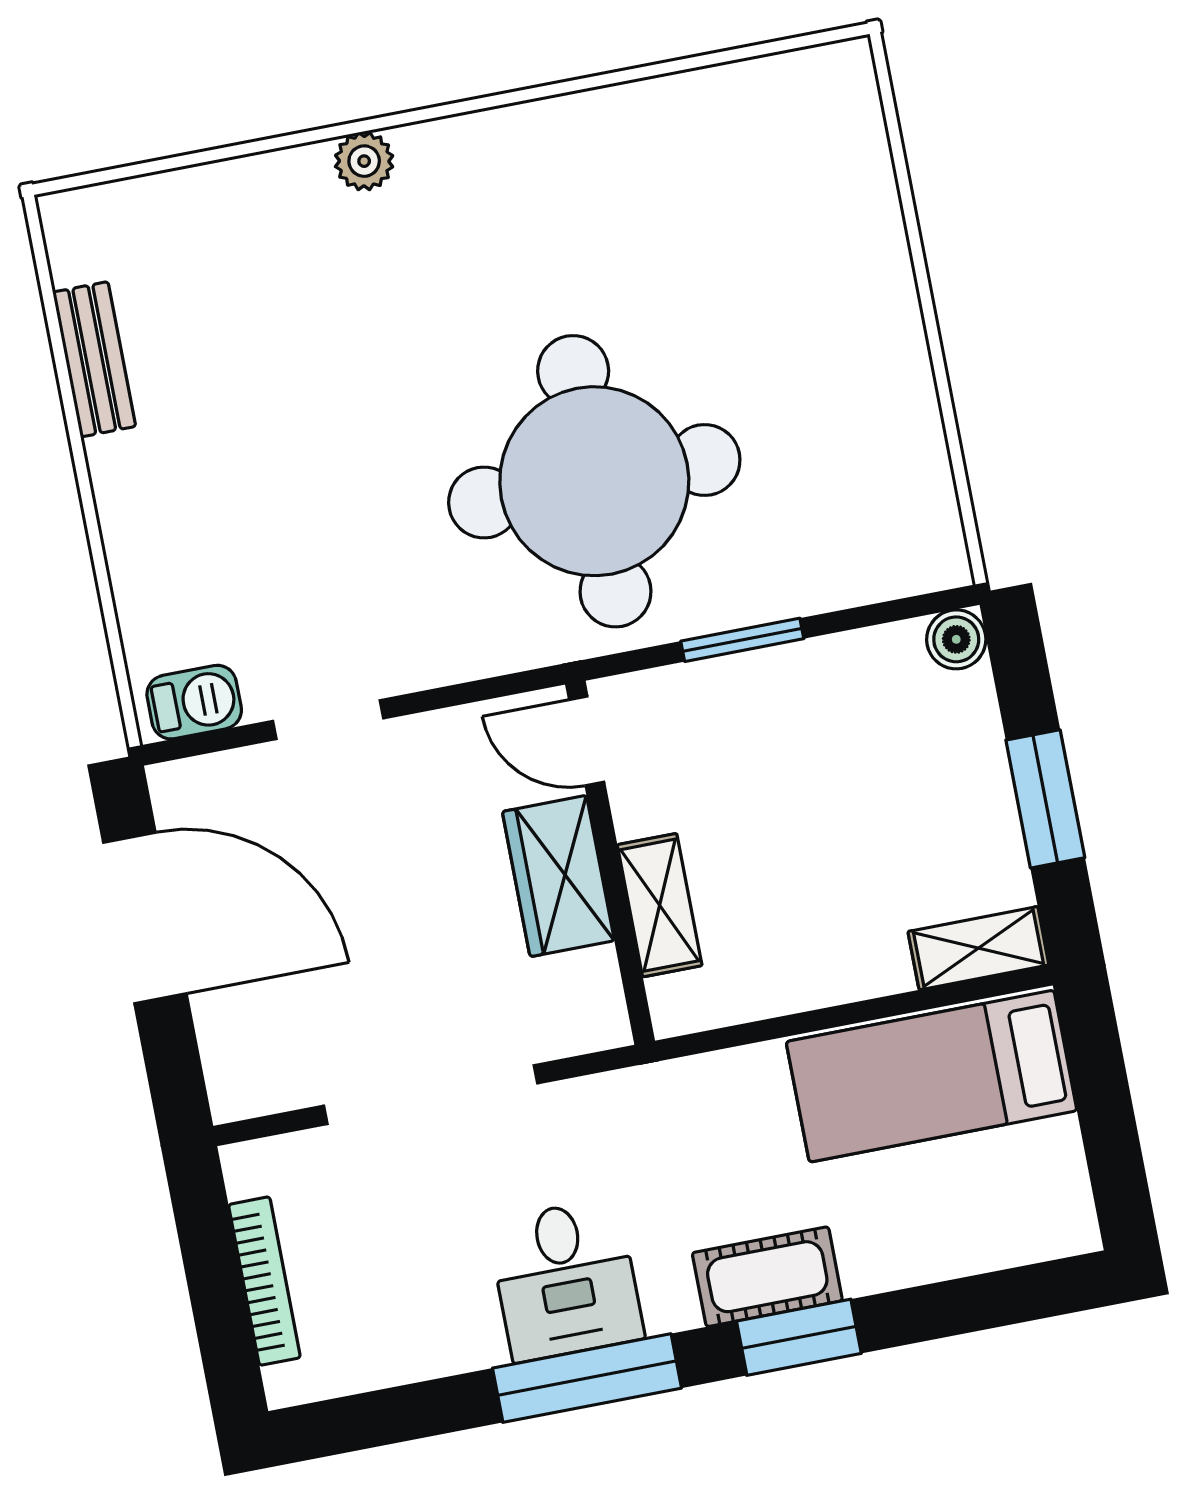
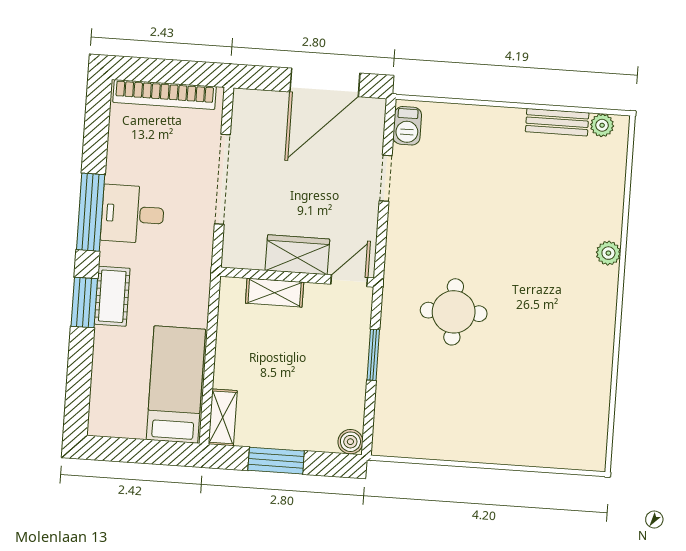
plant: (74, 254) -> (602, 125), added
round table: (594, 481) -> (454, 312), width x0.54, depth x0.54
bookcase: (264, 1281) -> (165, 94), width x1.48, depth x1.31

